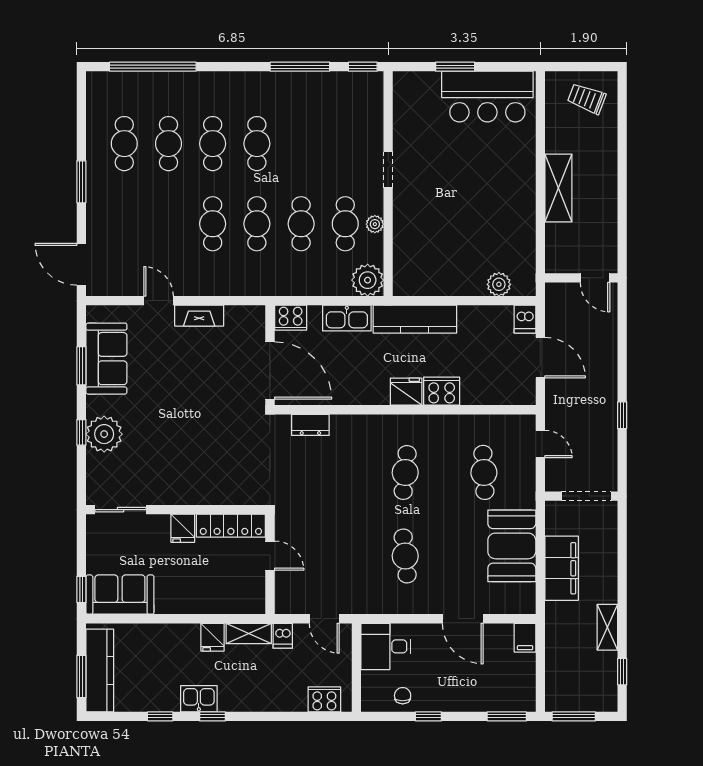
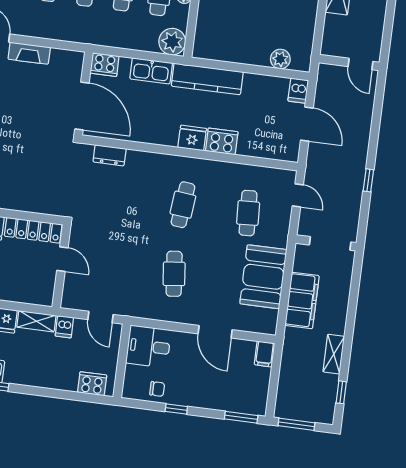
chair: (403, 696) -> (157, 389), turned 90

